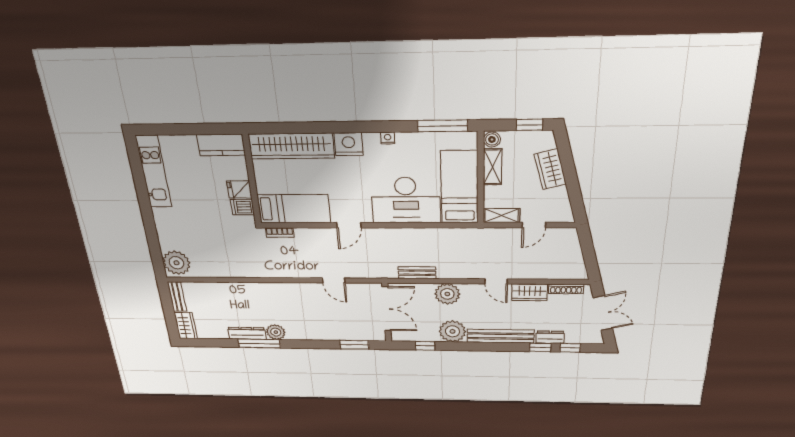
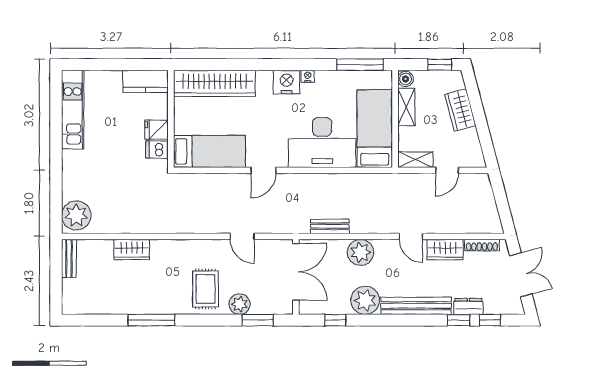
nightstand: (349, 144) -> (287, 82), moved
bookcase: (280, 232) -> (192, 179), removed
rug: (304, 321) -> (206, 289), added
wardrobe: (186, 326) -> (132, 249), moved, turned 90
plant: (276, 332) -> (240, 304), moved
dresser: (247, 333) -> (140, 306), removed

